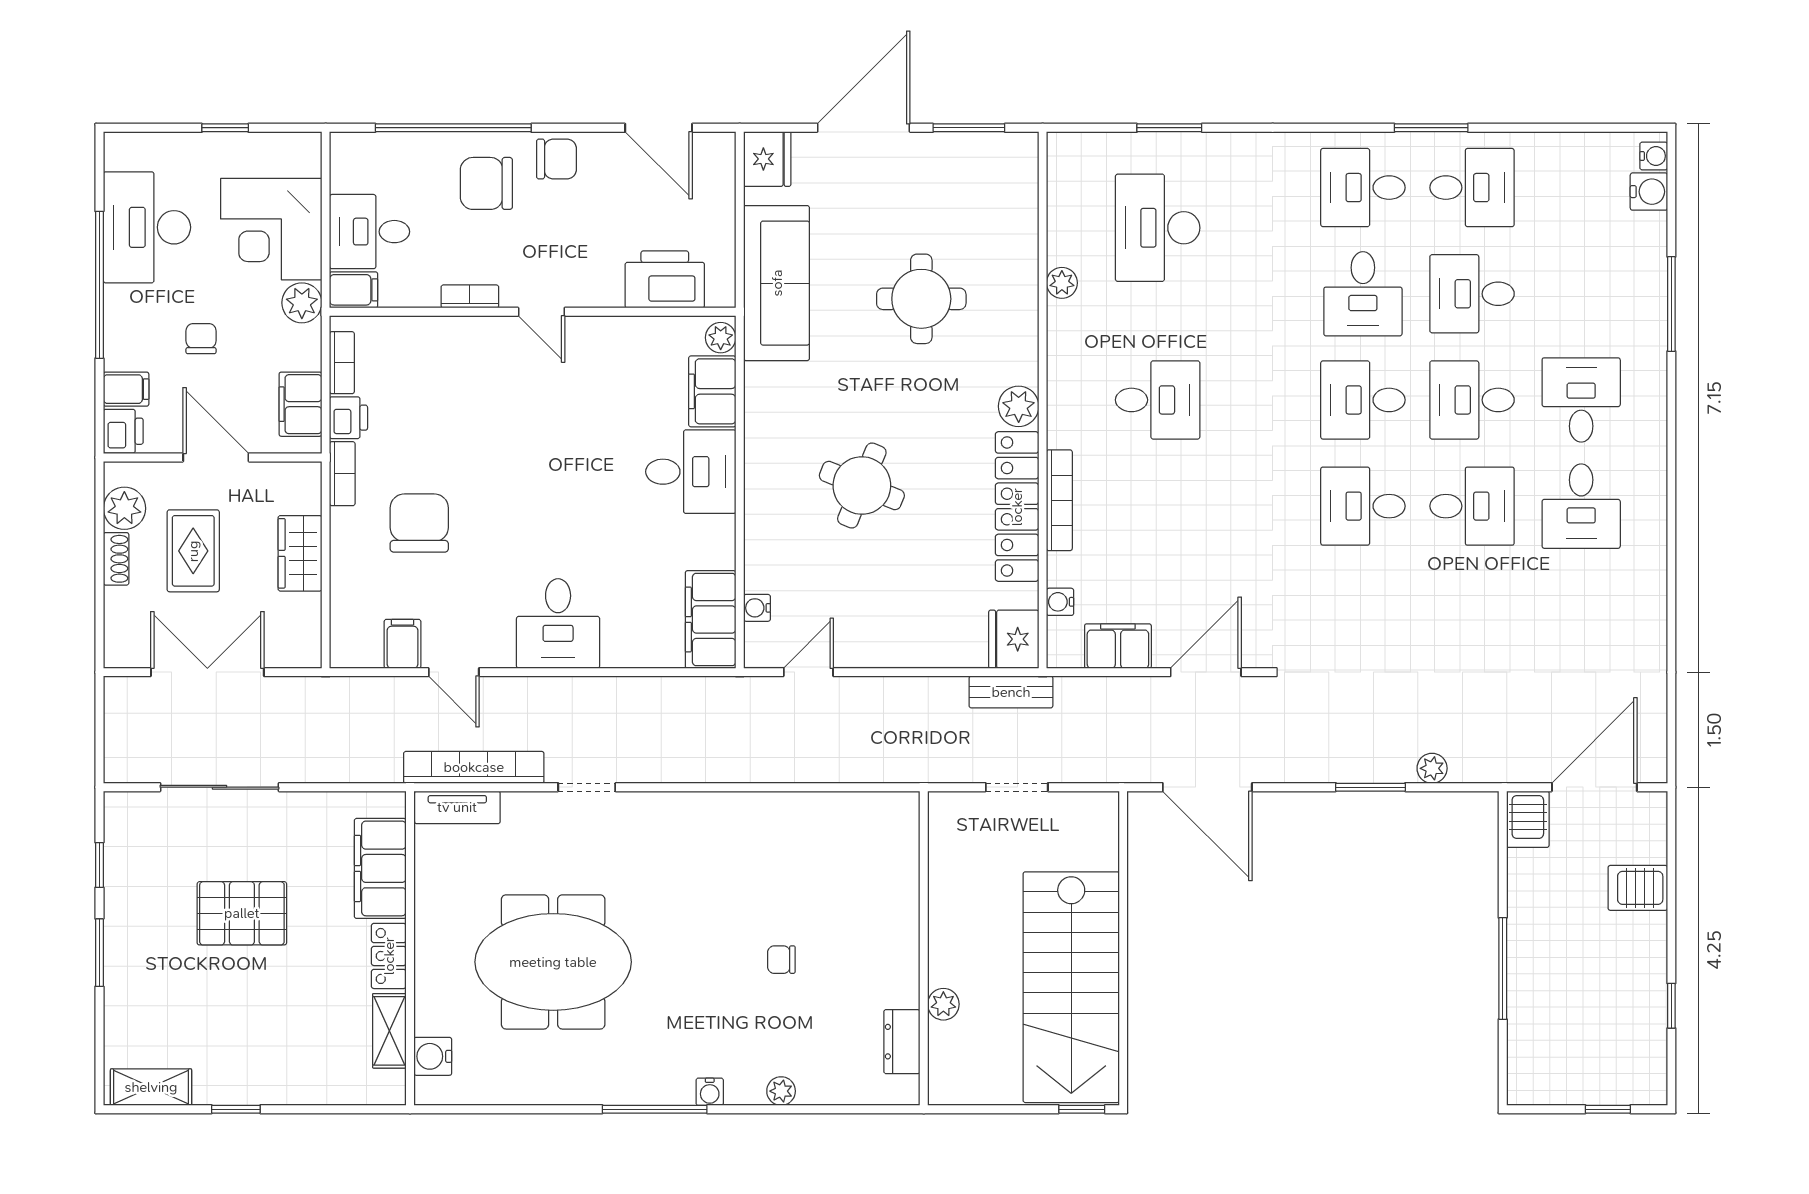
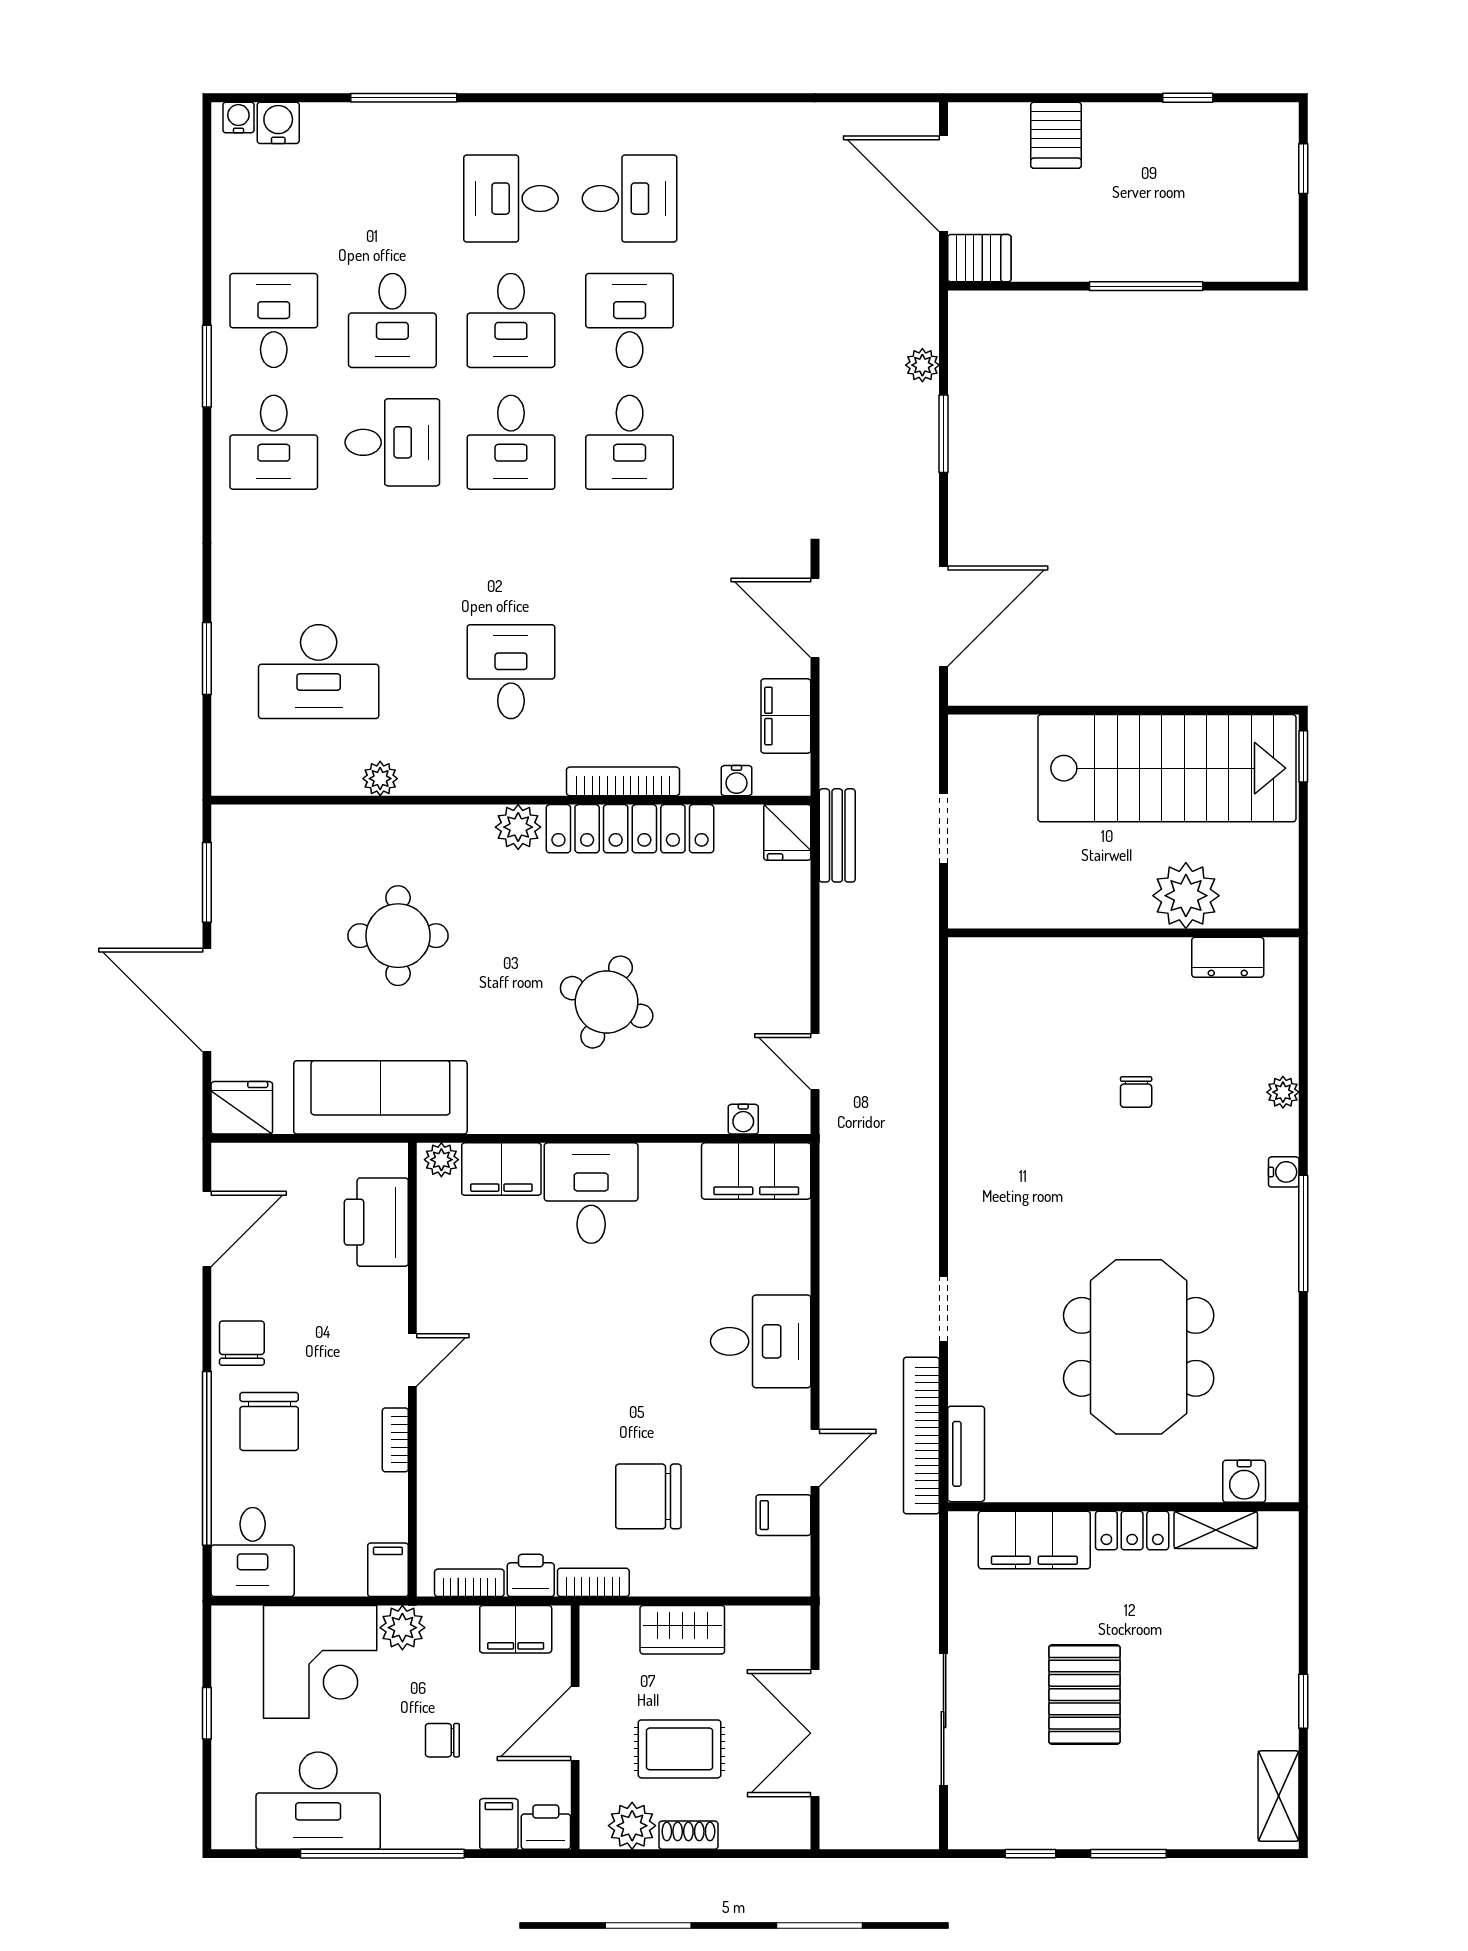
desk: (370, 232) -> (253, 1552), moved
fridge: (1014, 639) -> (787, 832), width x0.72
plant: (943, 1004) -> (1186, 896), width x1.88, depth x1.88

